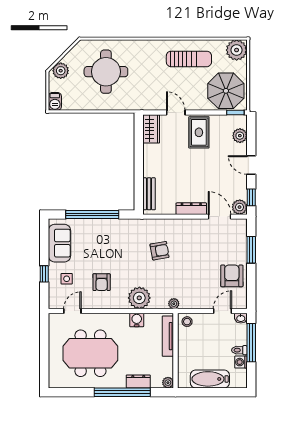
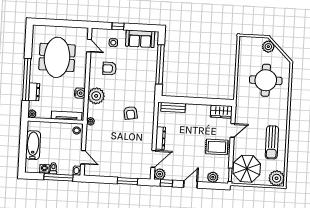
barbecue: (55, 101) -> (246, 41), removed
armchair: (232, 276) -> (109, 166), removed

